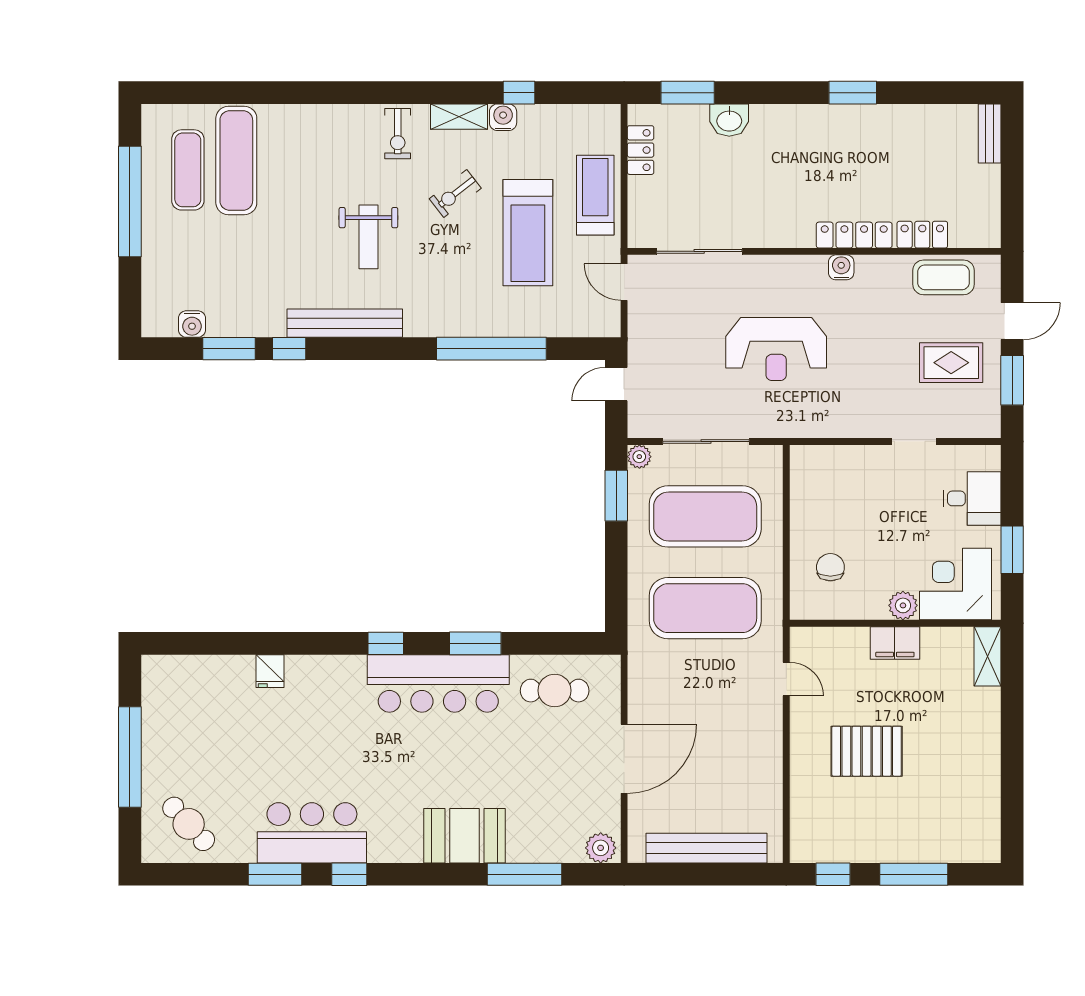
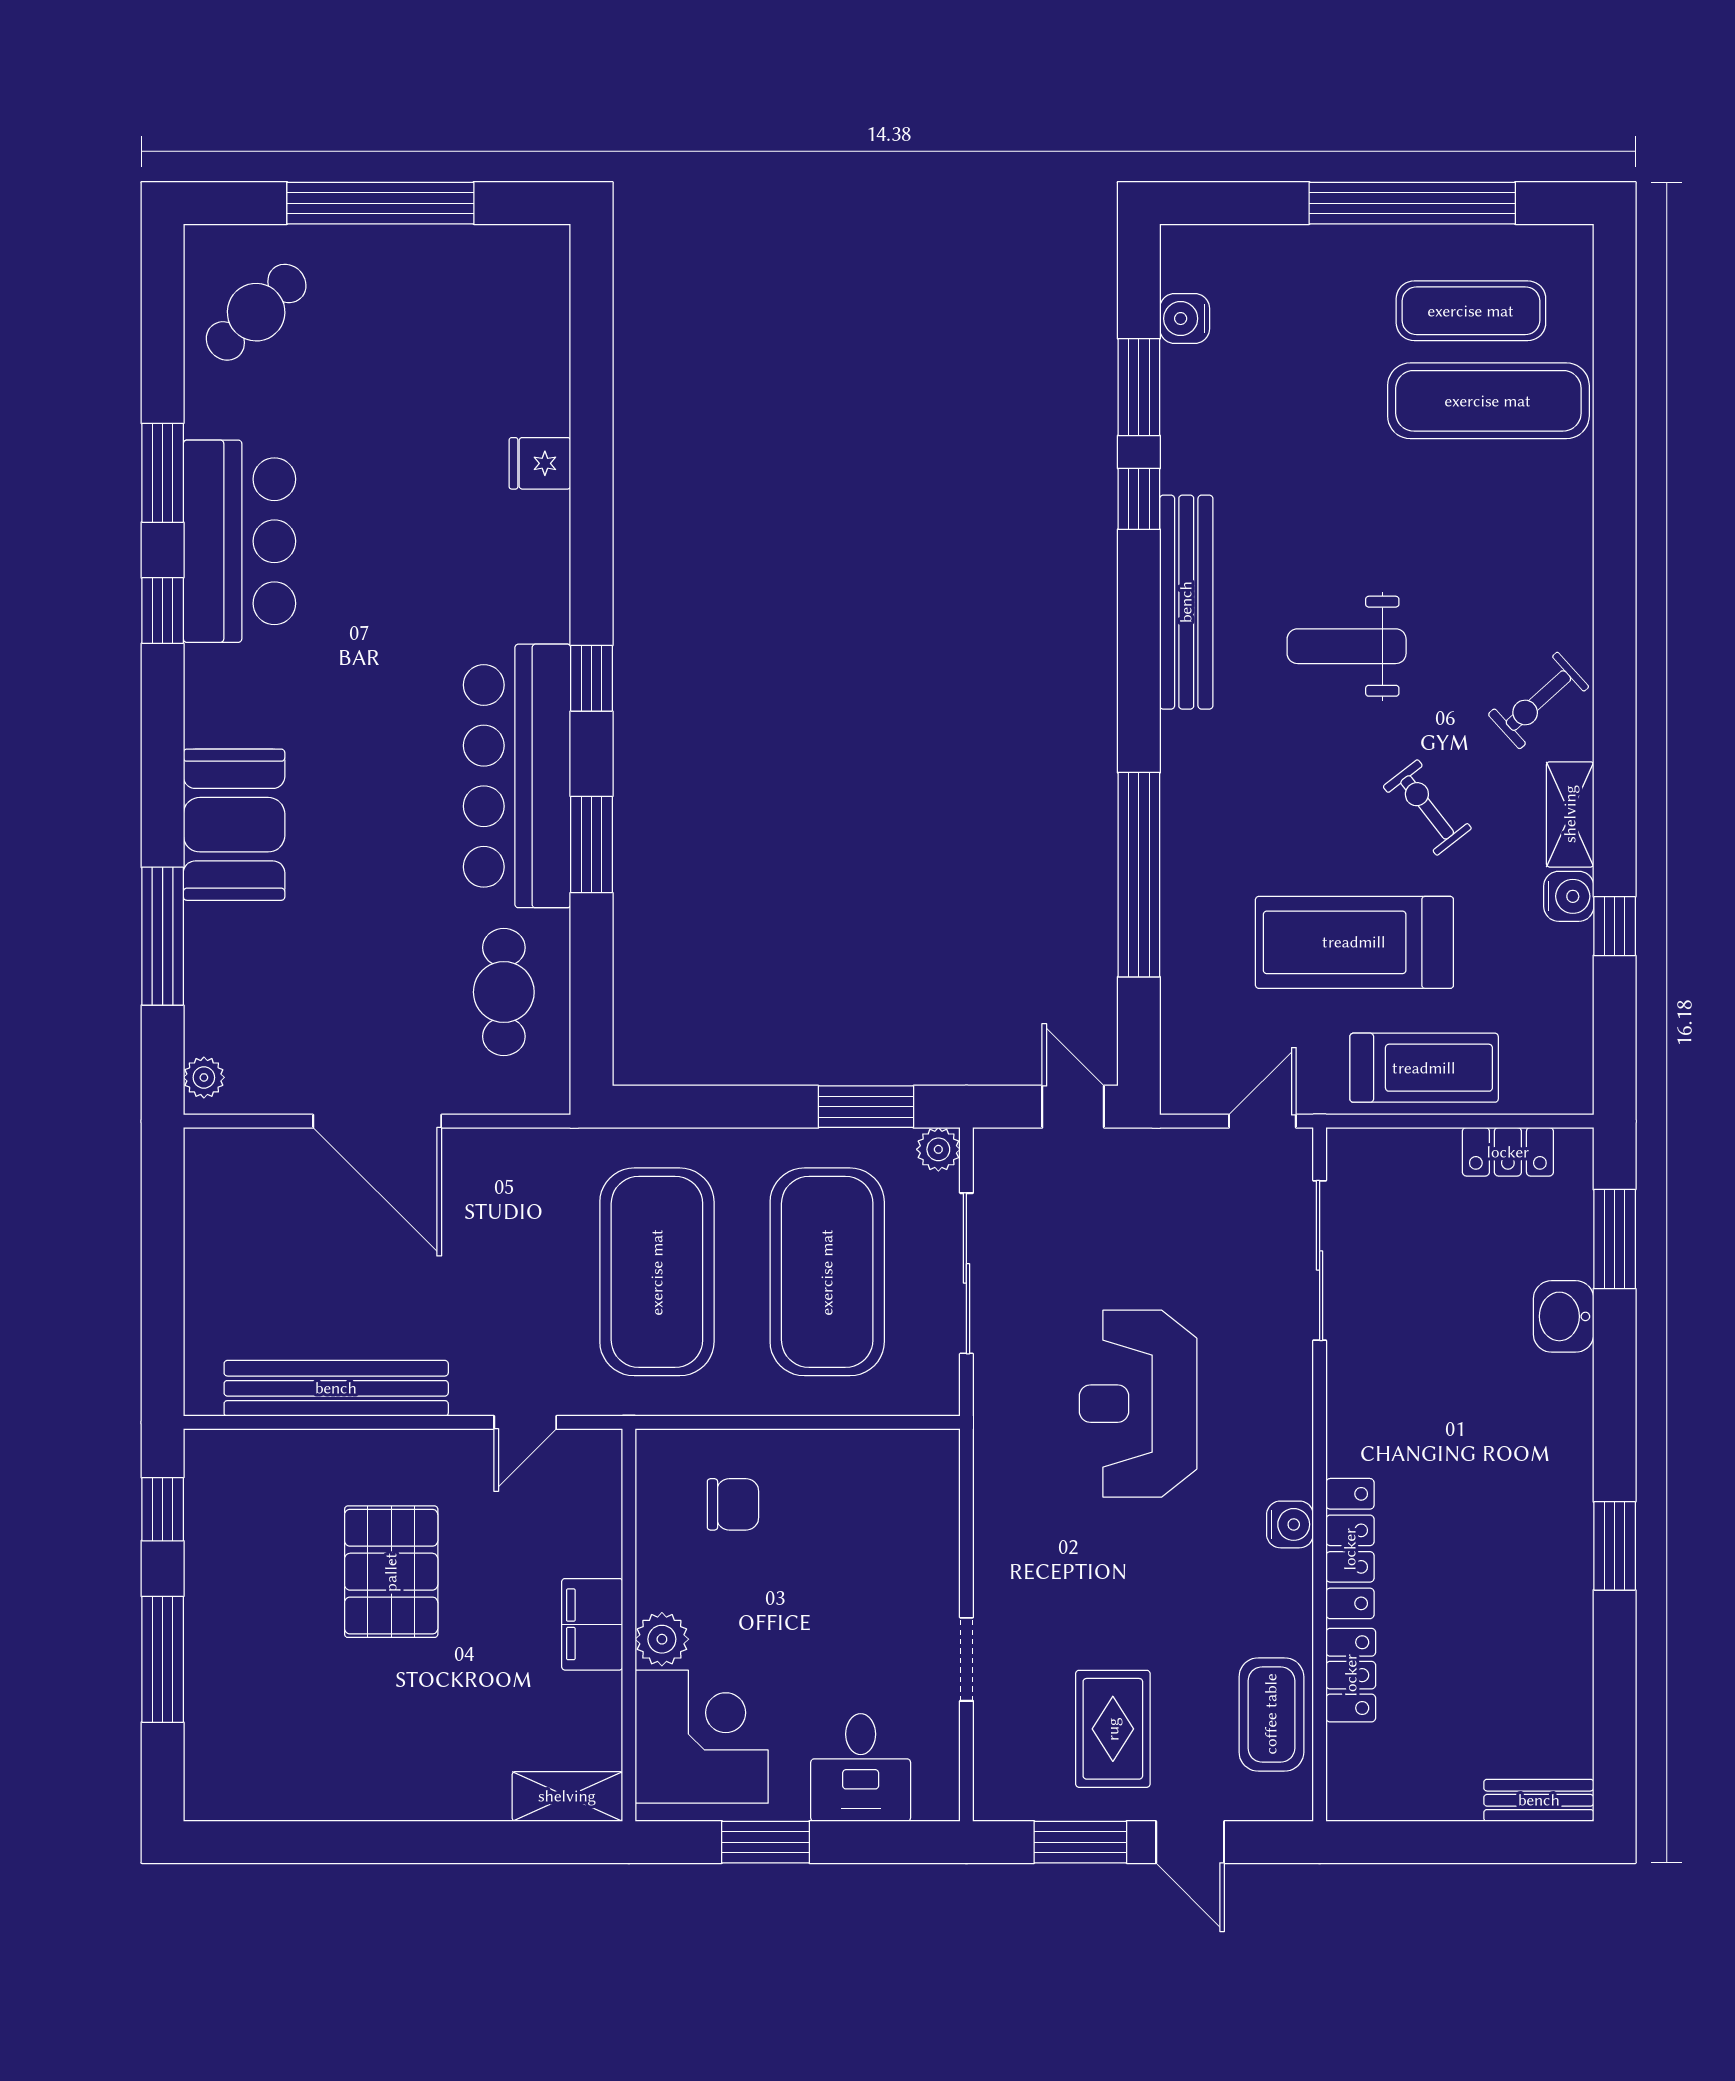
exercise bike: (398, 134) -> (1538, 701), turned -42
plant: (601, 848) -> (204, 1077), width x0.73, depth x0.73
bench: (707, 848) -> (336, 1388), moved, turned 90

